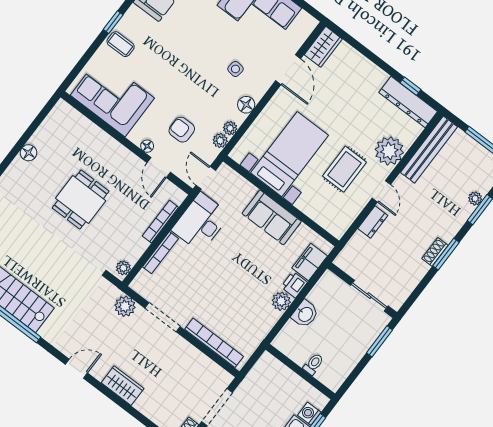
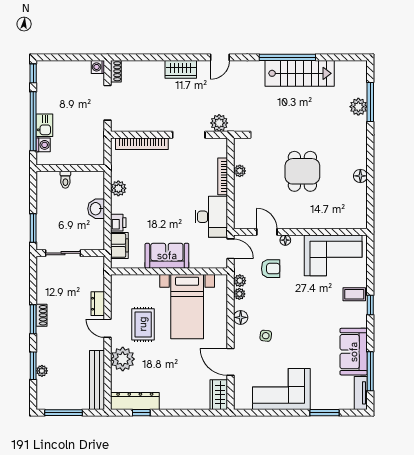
bookcase: (160, 222) -> (238, 197), removed
plant: (123, 268) -> (240, 171), moved
plant: (281, 301) -> (118, 188), moved

